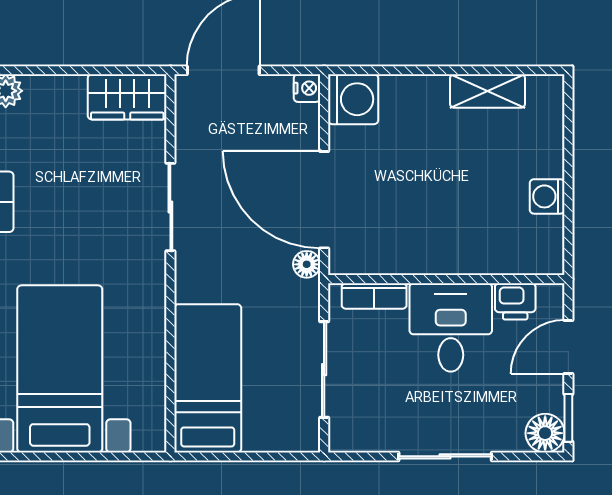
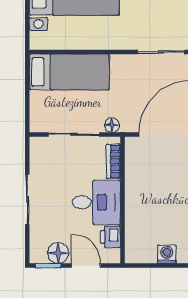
floor lamp: (307, 264) -> (112, 125), moved
floor lamp: (545, 433) -> (58, 253), moved

